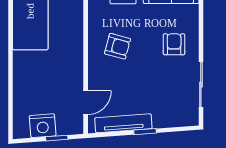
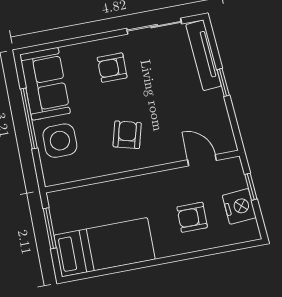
armchair: (41, 86) -> (192, 217), added
tv unit: (123, 123) -> (204, 55), moved

